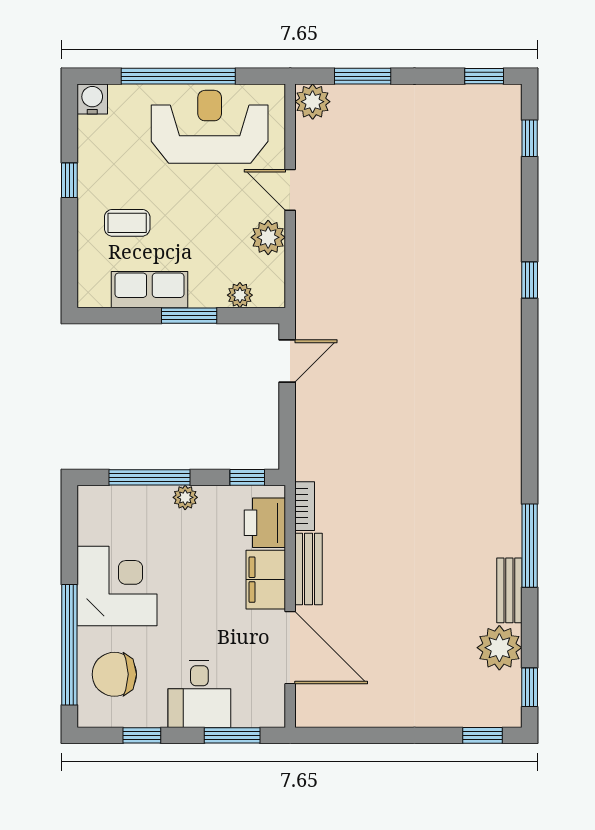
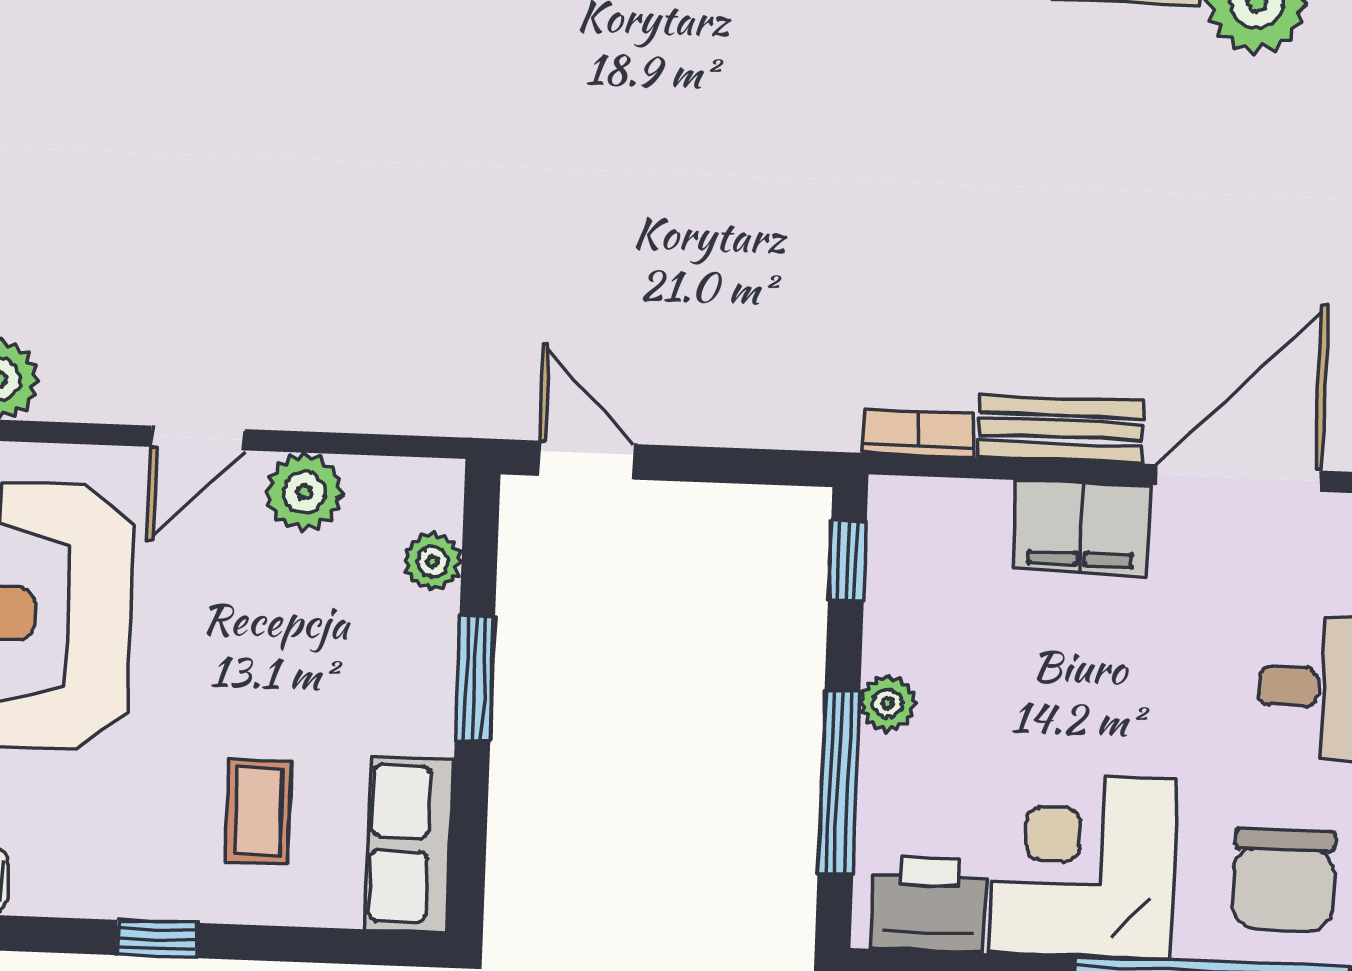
row of seats: (149, 290) -> (409, 844), moved
printer: (265, 523) -> (929, 904), moved, turned 180

